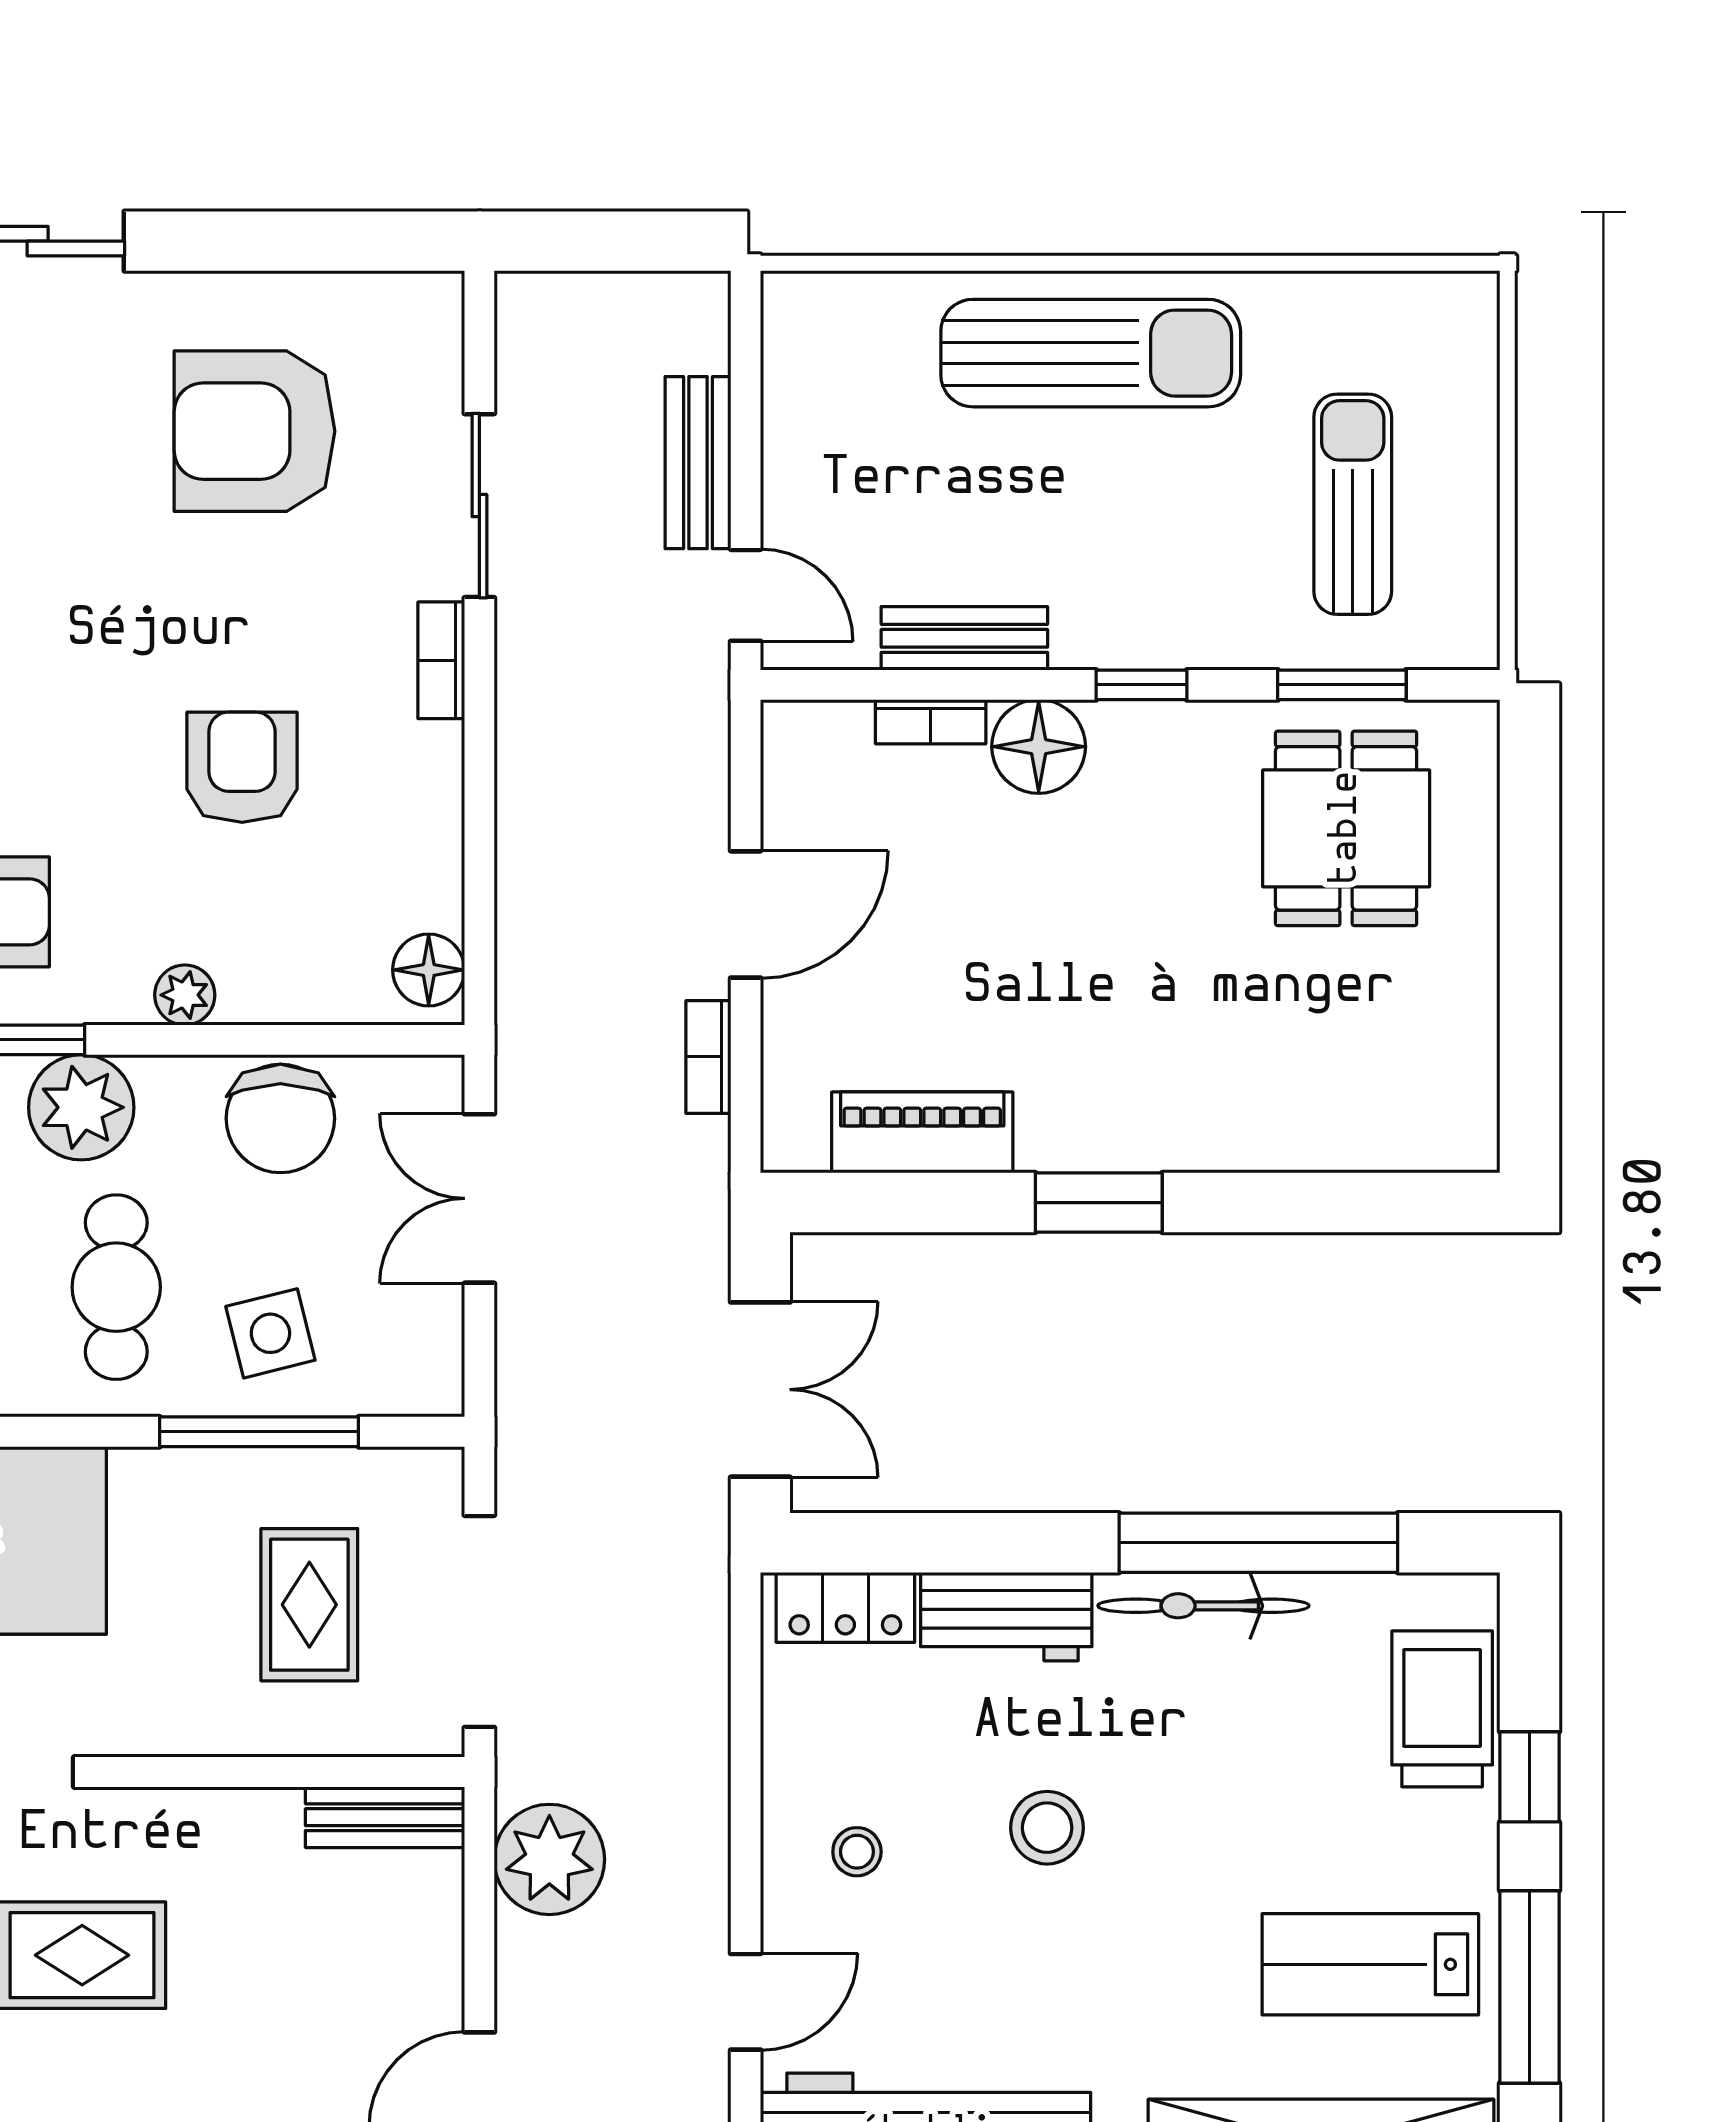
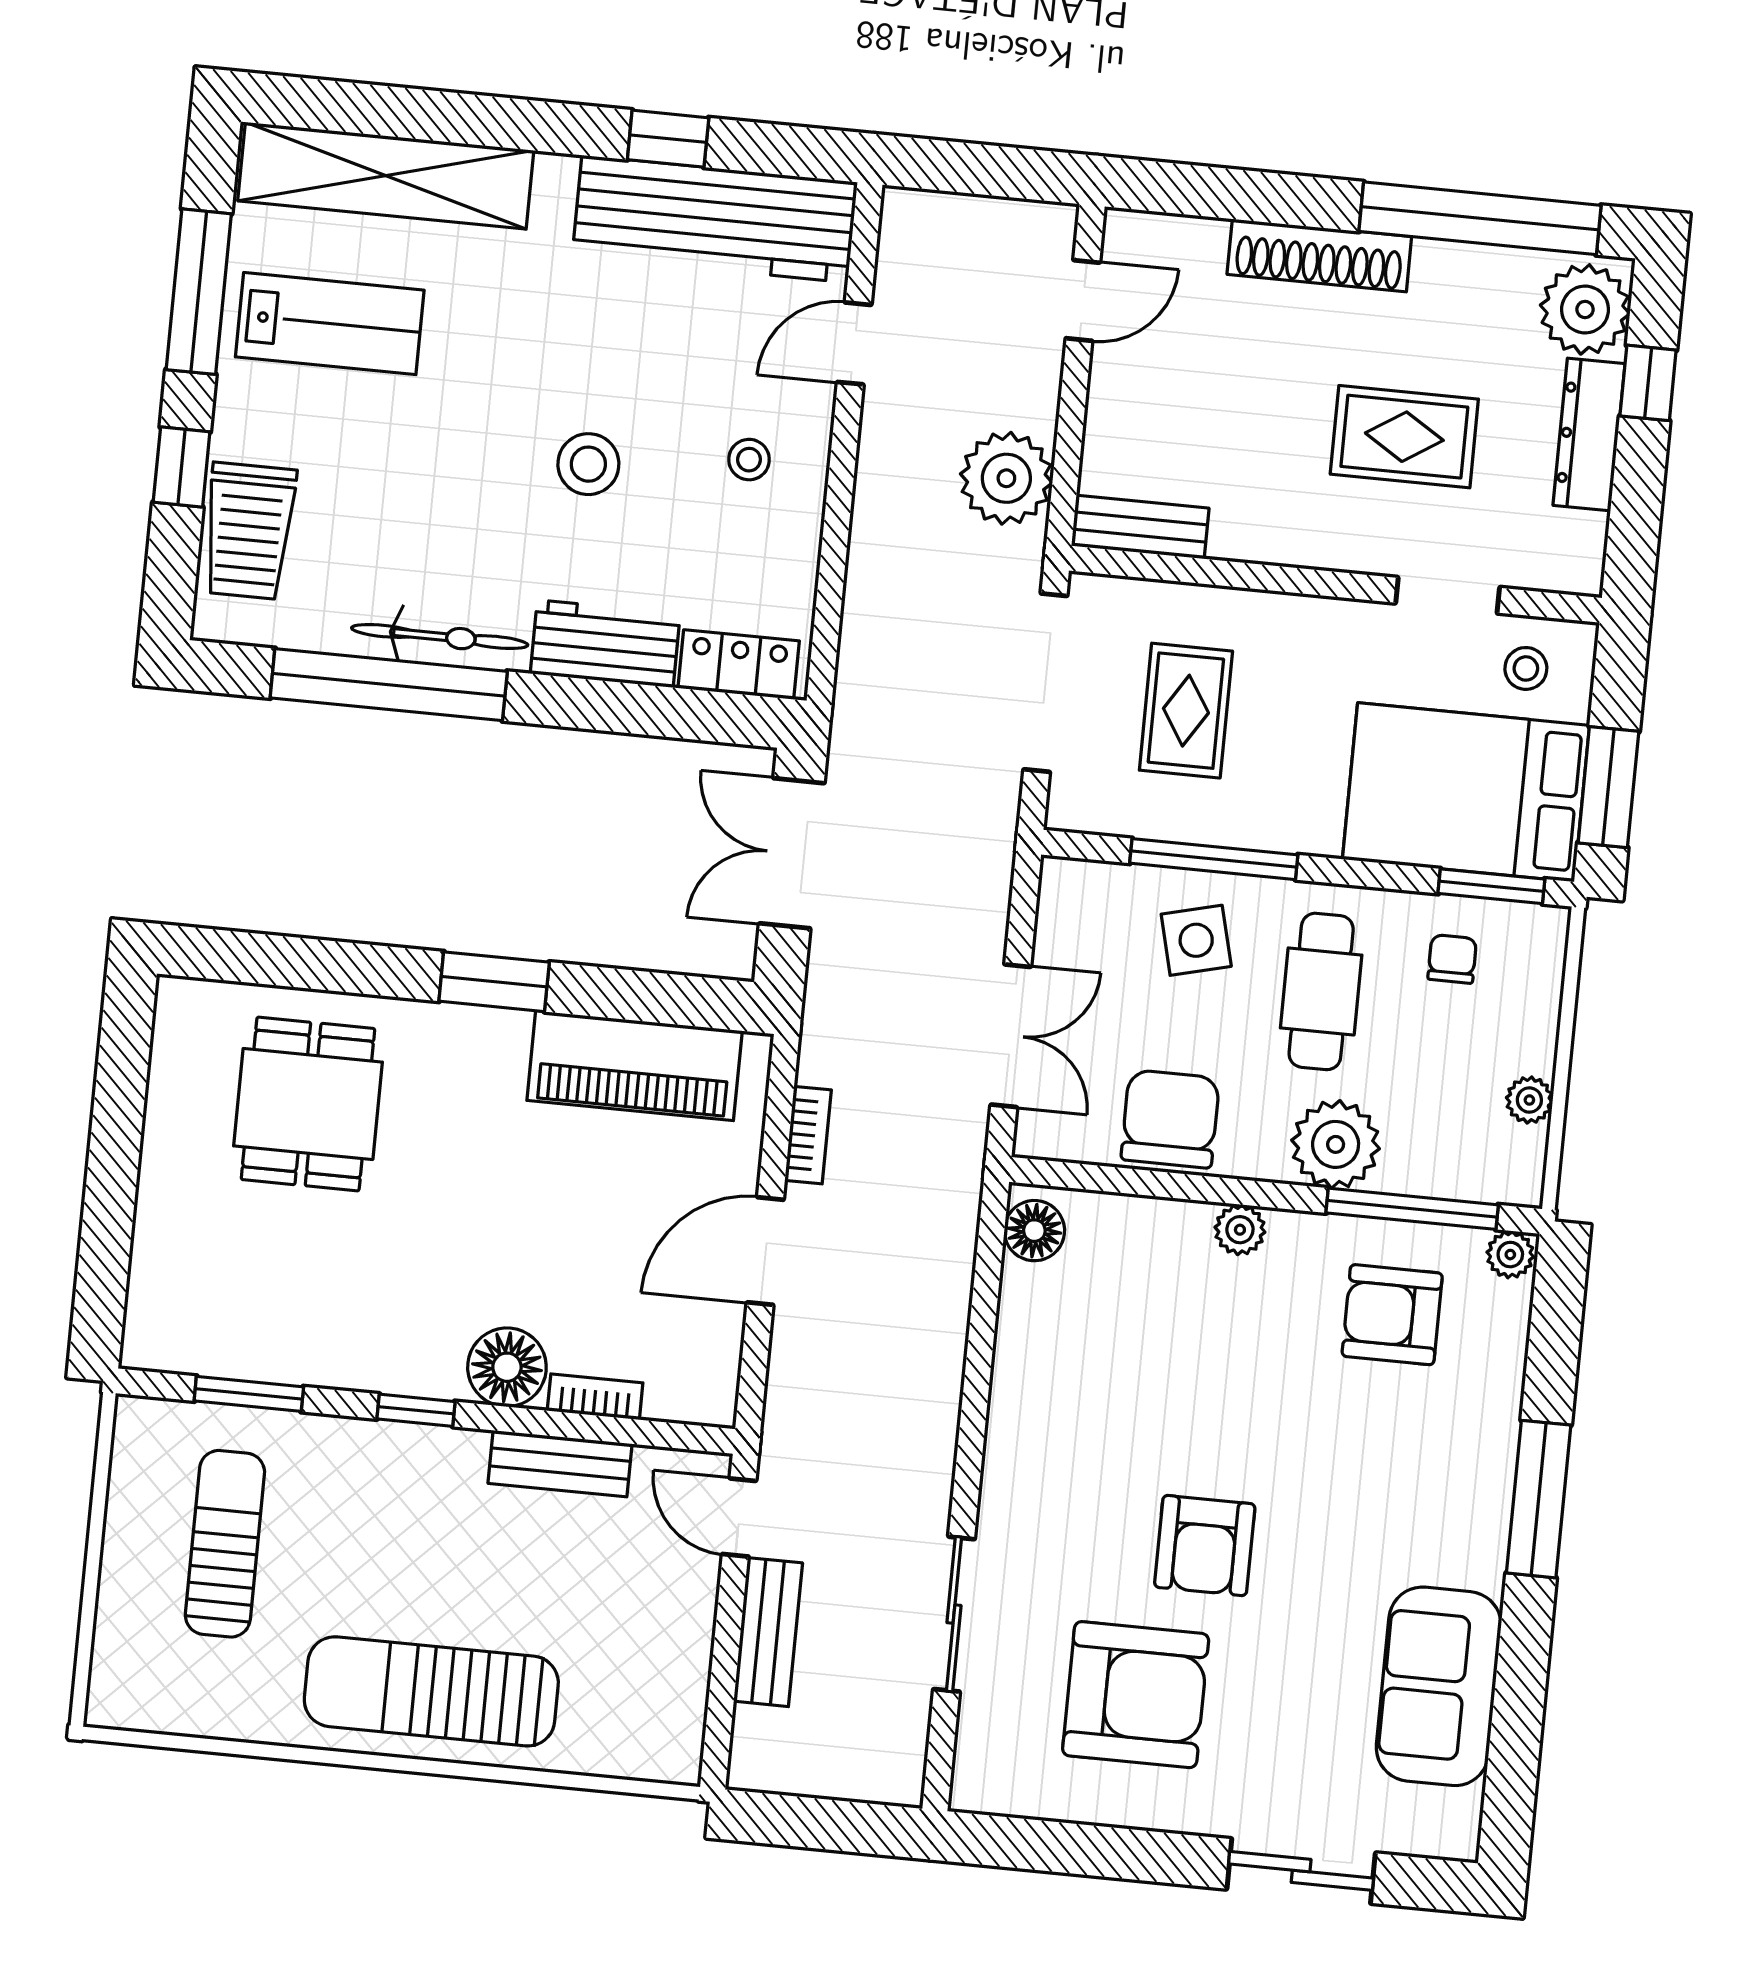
sun lounger: (1353, 504) -> (225, 1544), turned 180
bookcase: (441, 660) -> (998, 1488), removed
armchair: (242, 767) -> (1205, 1546), moved
dining table: (1346, 828) -> (308, 1104), moved
piano: (922, 1132) -> (635, 1066), width x1.37, depth x1.33

